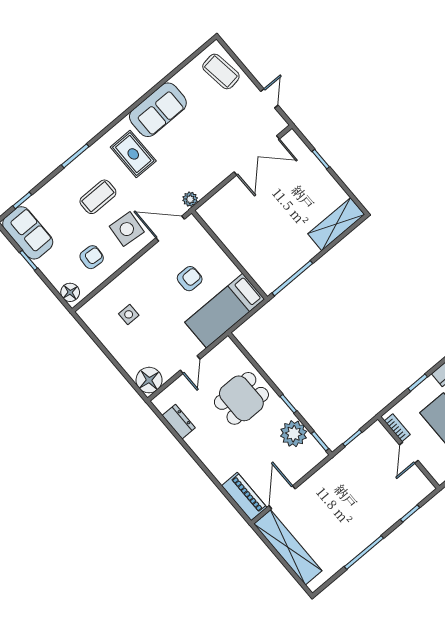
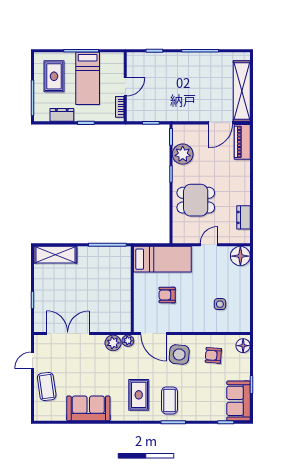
coffee table: (221, 71) -> (47, 387), moved
sofa: (158, 110) -> (88, 408), moved
plant: (203, 185) -> (113, 343), added
coffee table: (98, 197) -> (170, 400), moved, turned 90

